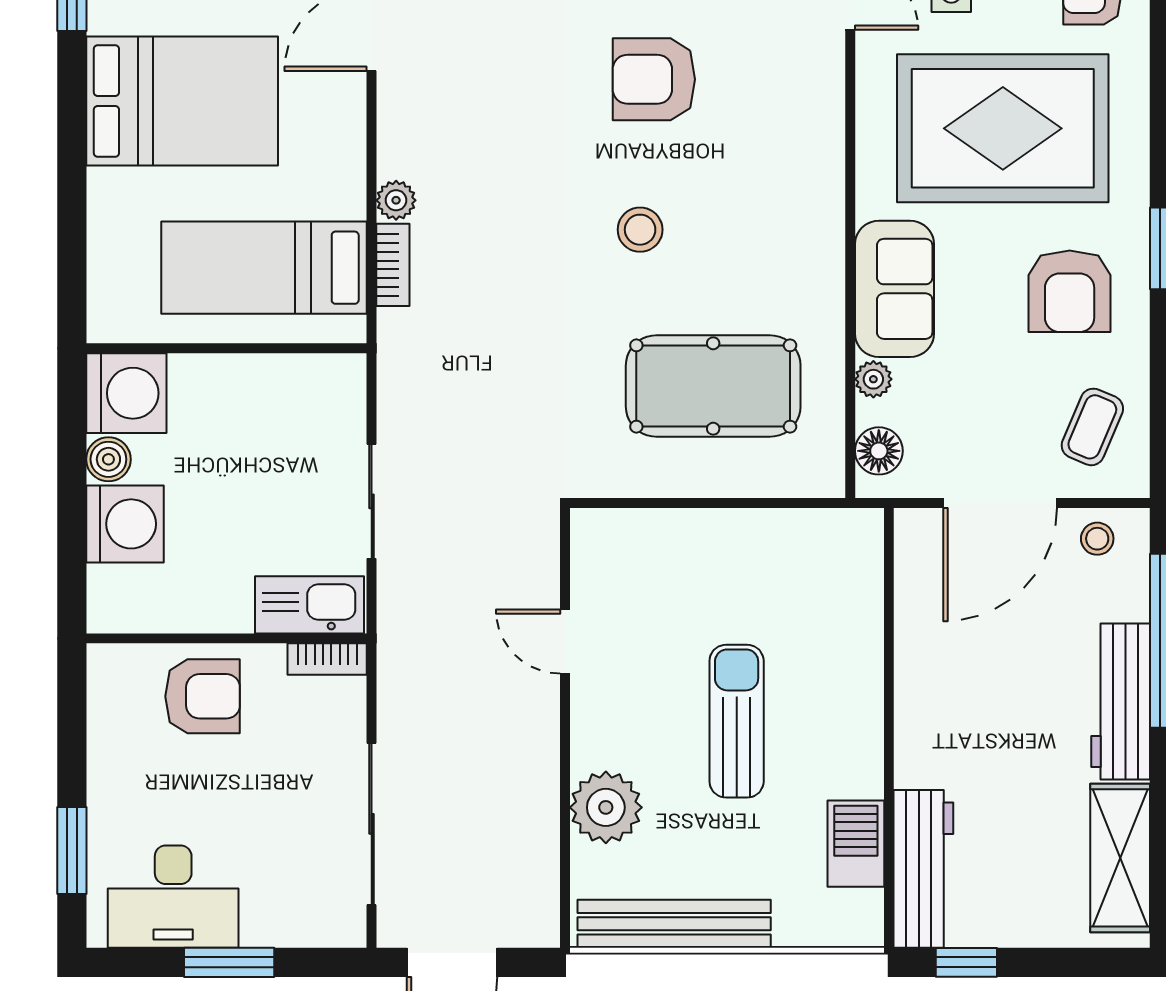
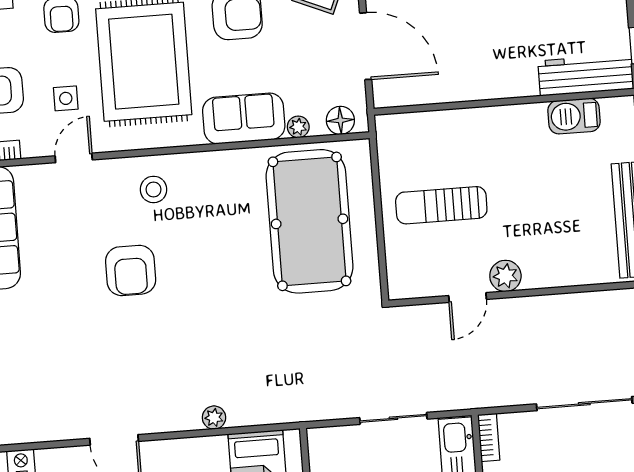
stool: (640, 230) -> (154, 189), moved
bookcase: (393, 265) -> (252, 416), removed
pool table: (713, 386) -> (309, 221), width x1.36, depth x1.32
sun lounger: (737, 721) -> (441, 205), moved
plant: (606, 807) -> (505, 276), moved, width x0.73, depth x0.73

